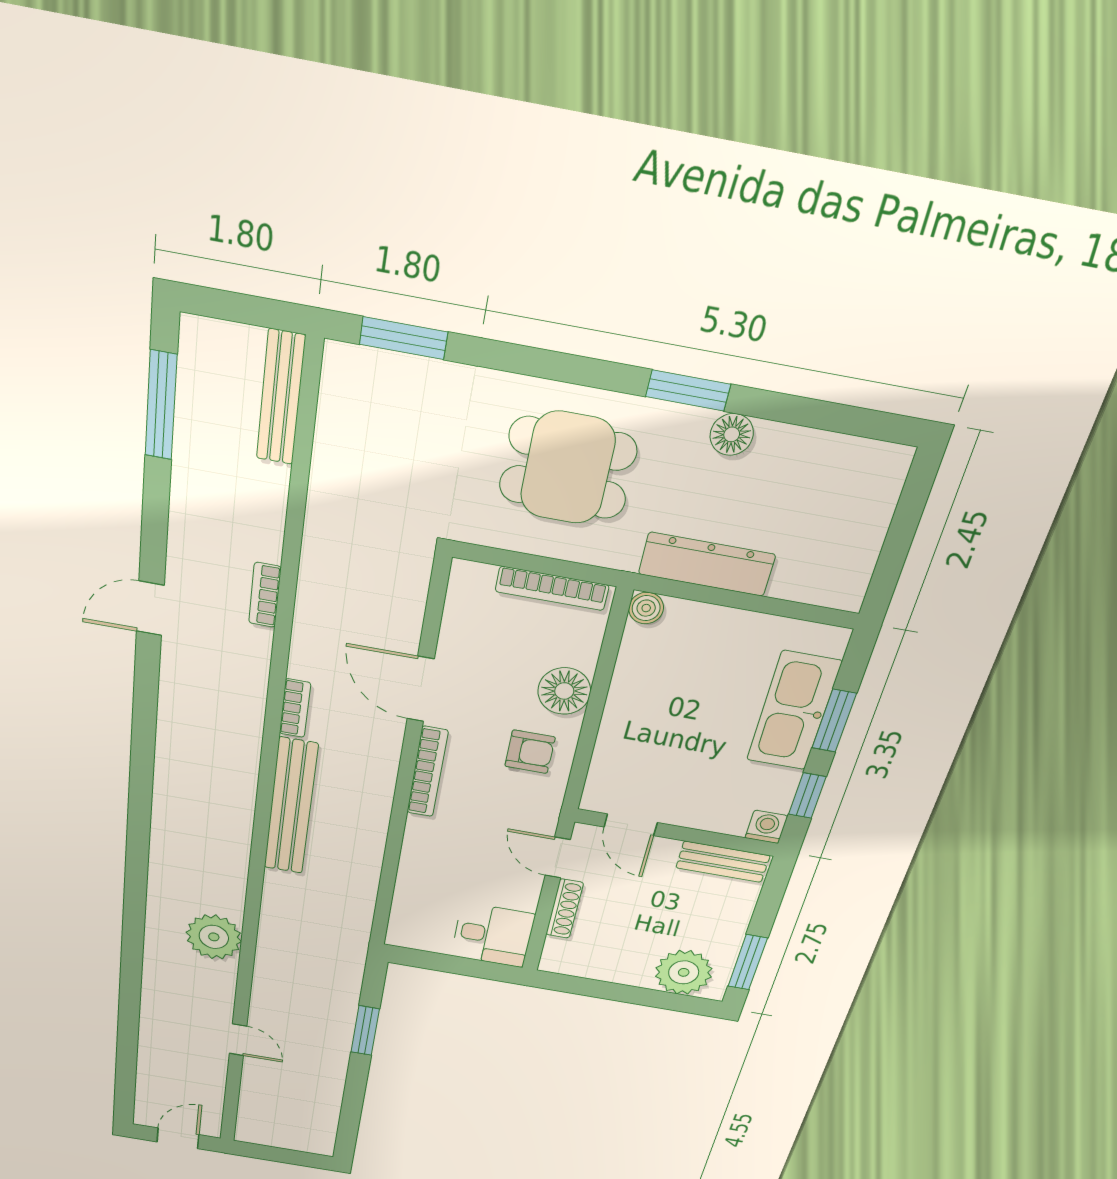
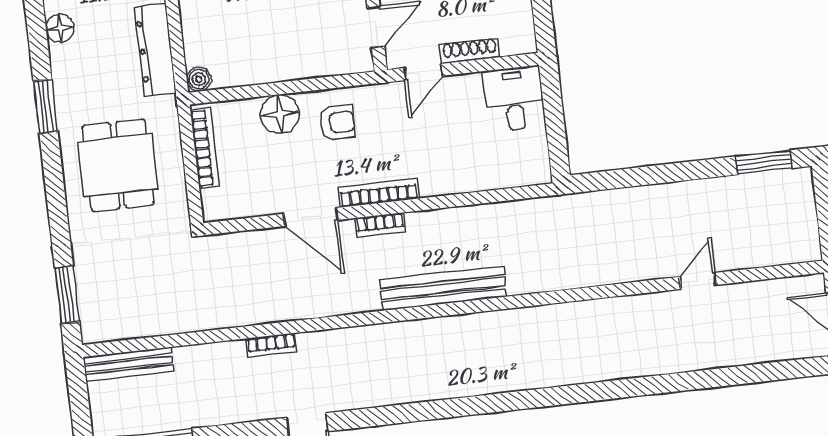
floor lamp: (732, 434) -> (60, 28), moved
door: (421, 689) -> (311, 217), hinge flipped
bookcase: (295, 708) -> (380, 225), moved, turned 180
armchair: (530, 752) -> (337, 123), turned 90
plant: (214, 937) -> (591, 323), removed
window: (365, 1031) -> (764, 162), moved

